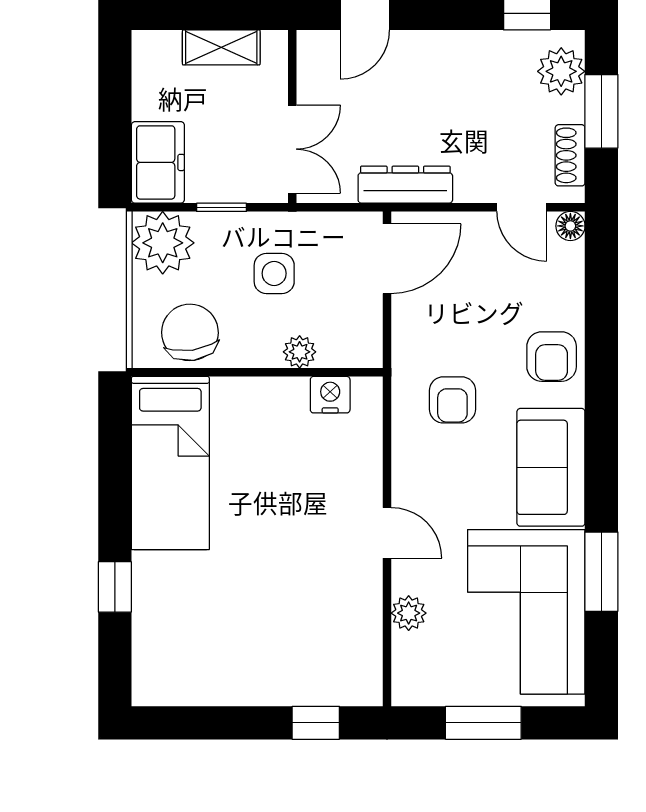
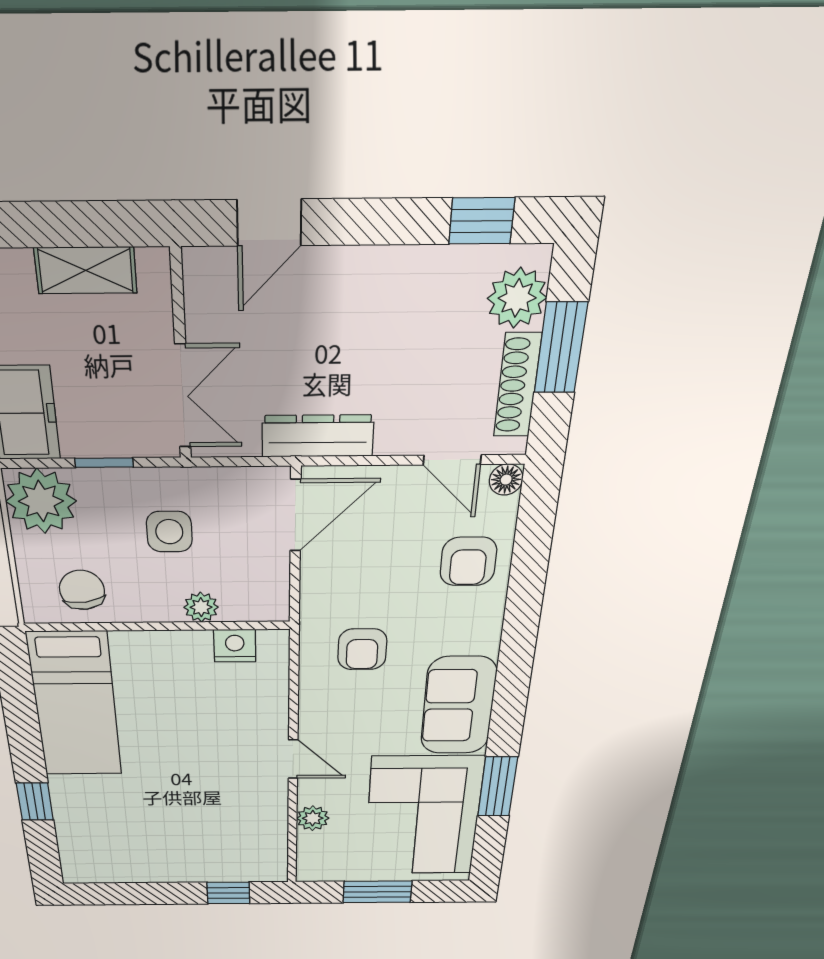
shoe rack: (570, 155) -> (517, 385), width x1.43
chair: (190, 332) -> (82, 590), width x0.73, depth x0.73
armchair: (552, 357) -> (468, 561), moved

